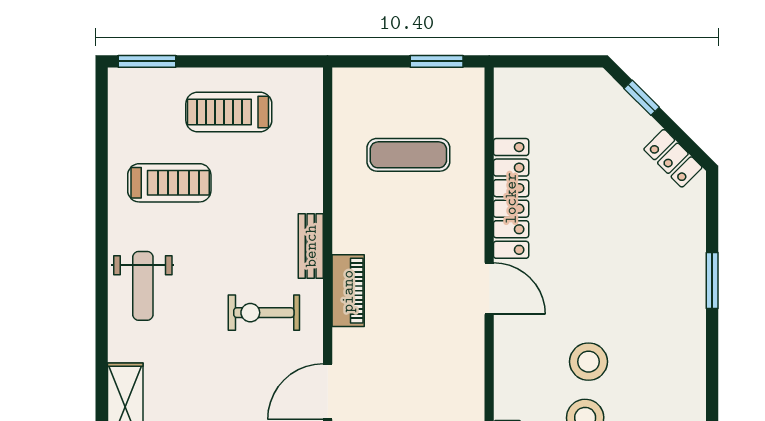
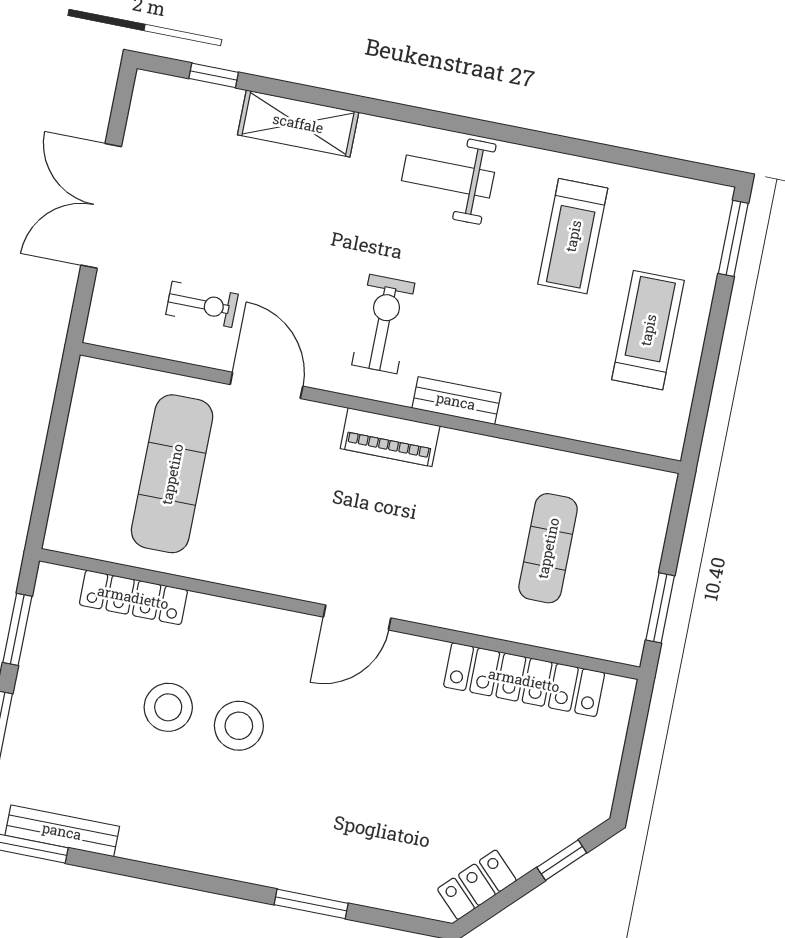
locker: (511, 198) -> (524, 680), moved

